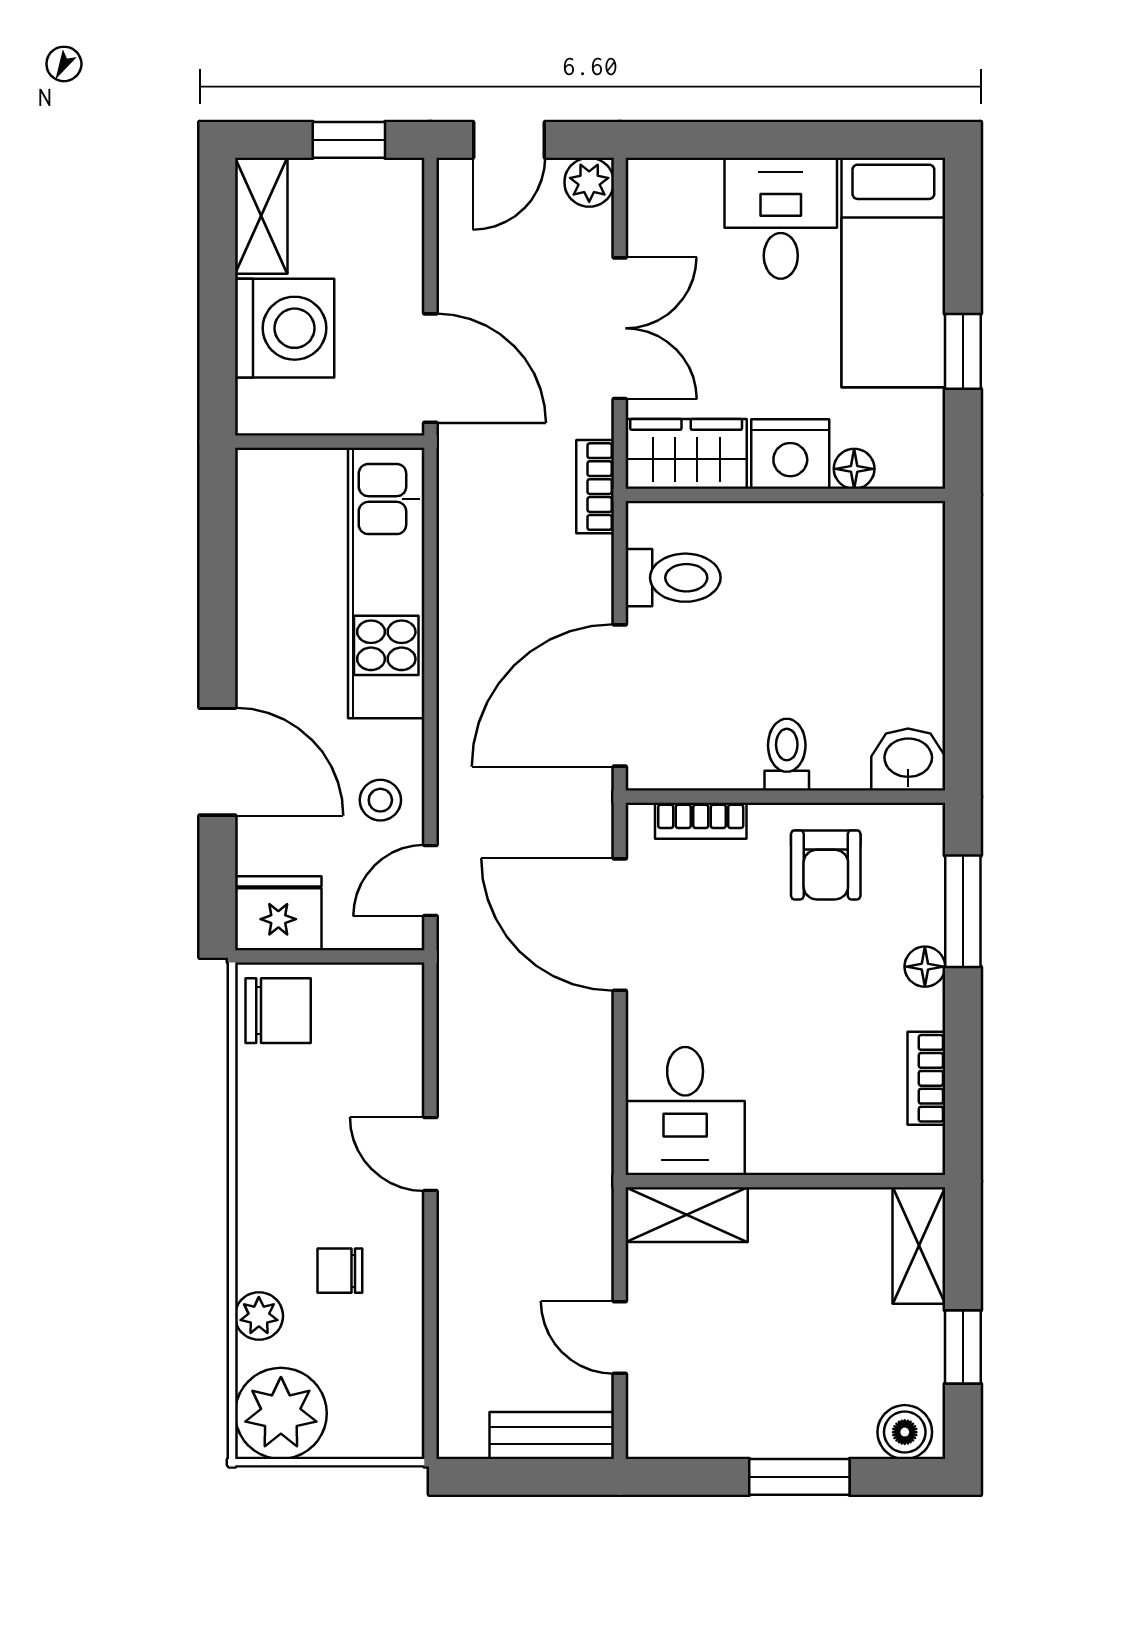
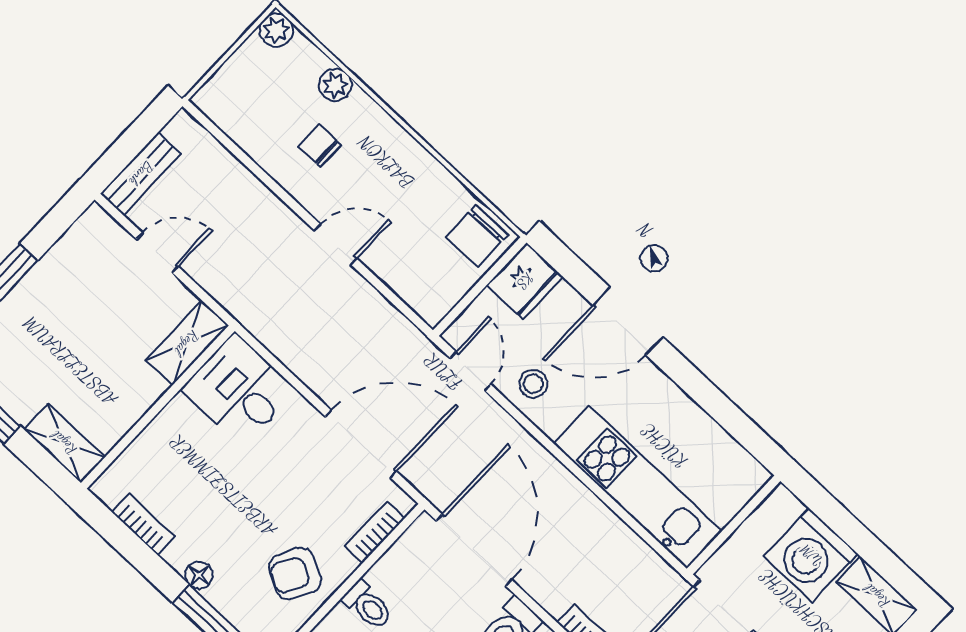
armchair: (826, 865) -> (295, 574), turned -61
chair: (340, 1271) -> (320, 146), turned -90
plant: (281, 1413) -> (276, 30), width x0.53, depth x0.53

